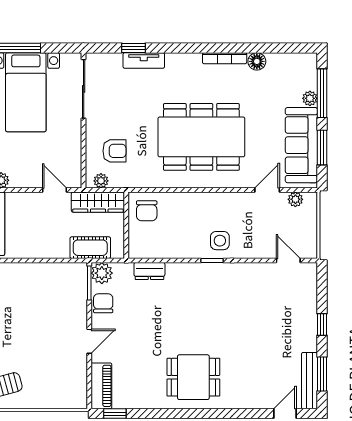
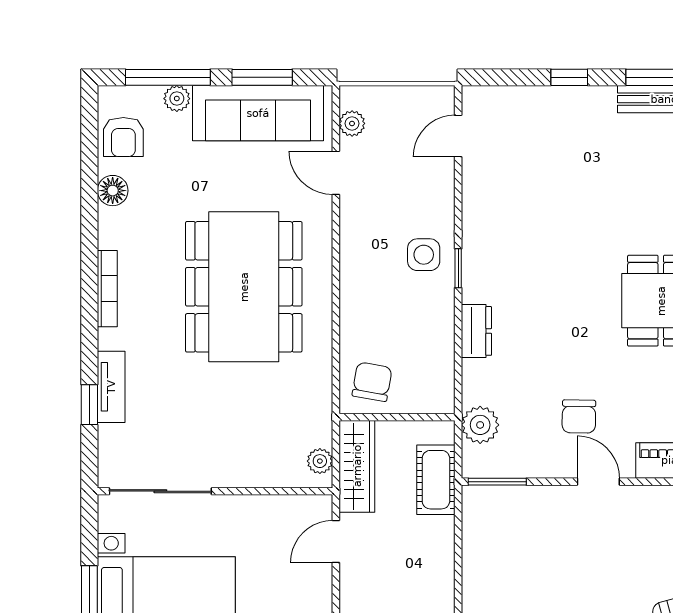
bookcase: (225, 58) -> (107, 289), moved
armchair: (114, 151) -> (123, 137), moved, turned 180
chair: (147, 211) -> (372, 382), turned -80
dresser: (149, 271) -> (476, 331), moved
plant: (102, 273) -> (480, 425), moved
chair: (103, 303) -> (579, 417), moved, turned -89

